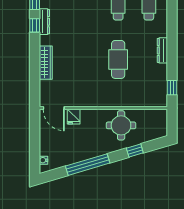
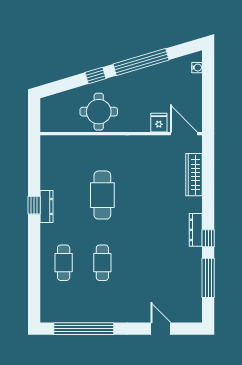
dresser: (44, 22) -> (196, 230), moved
wardrobe: (46, 63) -> (194, 175), moved
window: (172, 88) -> (34, 205), moved
window: (135, 151) -> (96, 76), moved

